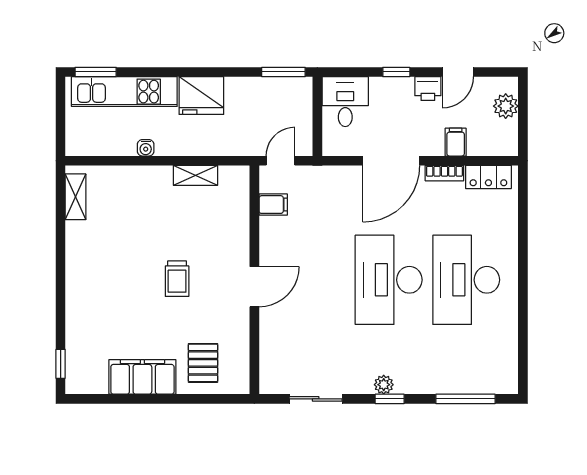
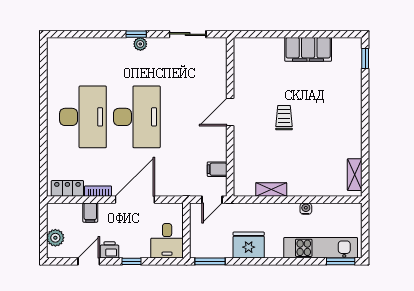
fridge: (201, 96) -> (249, 245), moved
pallet: (203, 363) -> (266, 59), removed
window: (465, 399) -> (83, 34), removed

